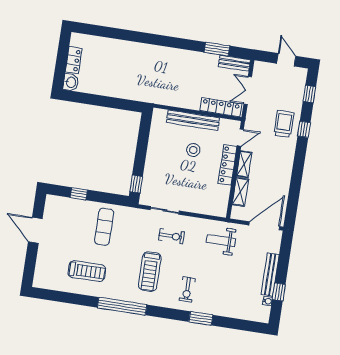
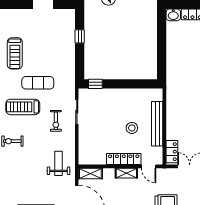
locker: (221, 107) -> (172, 152), width x0.66
shelving: (240, 192) -> (90, 173), moved
exercise mat: (104, 227) -> (38, 83), moved

